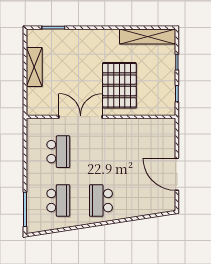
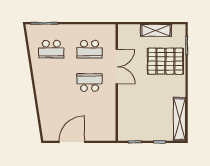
pallet: (119, 85) -> (165, 61), moved
school desk: (101, 201) -> (90, 83), moved

